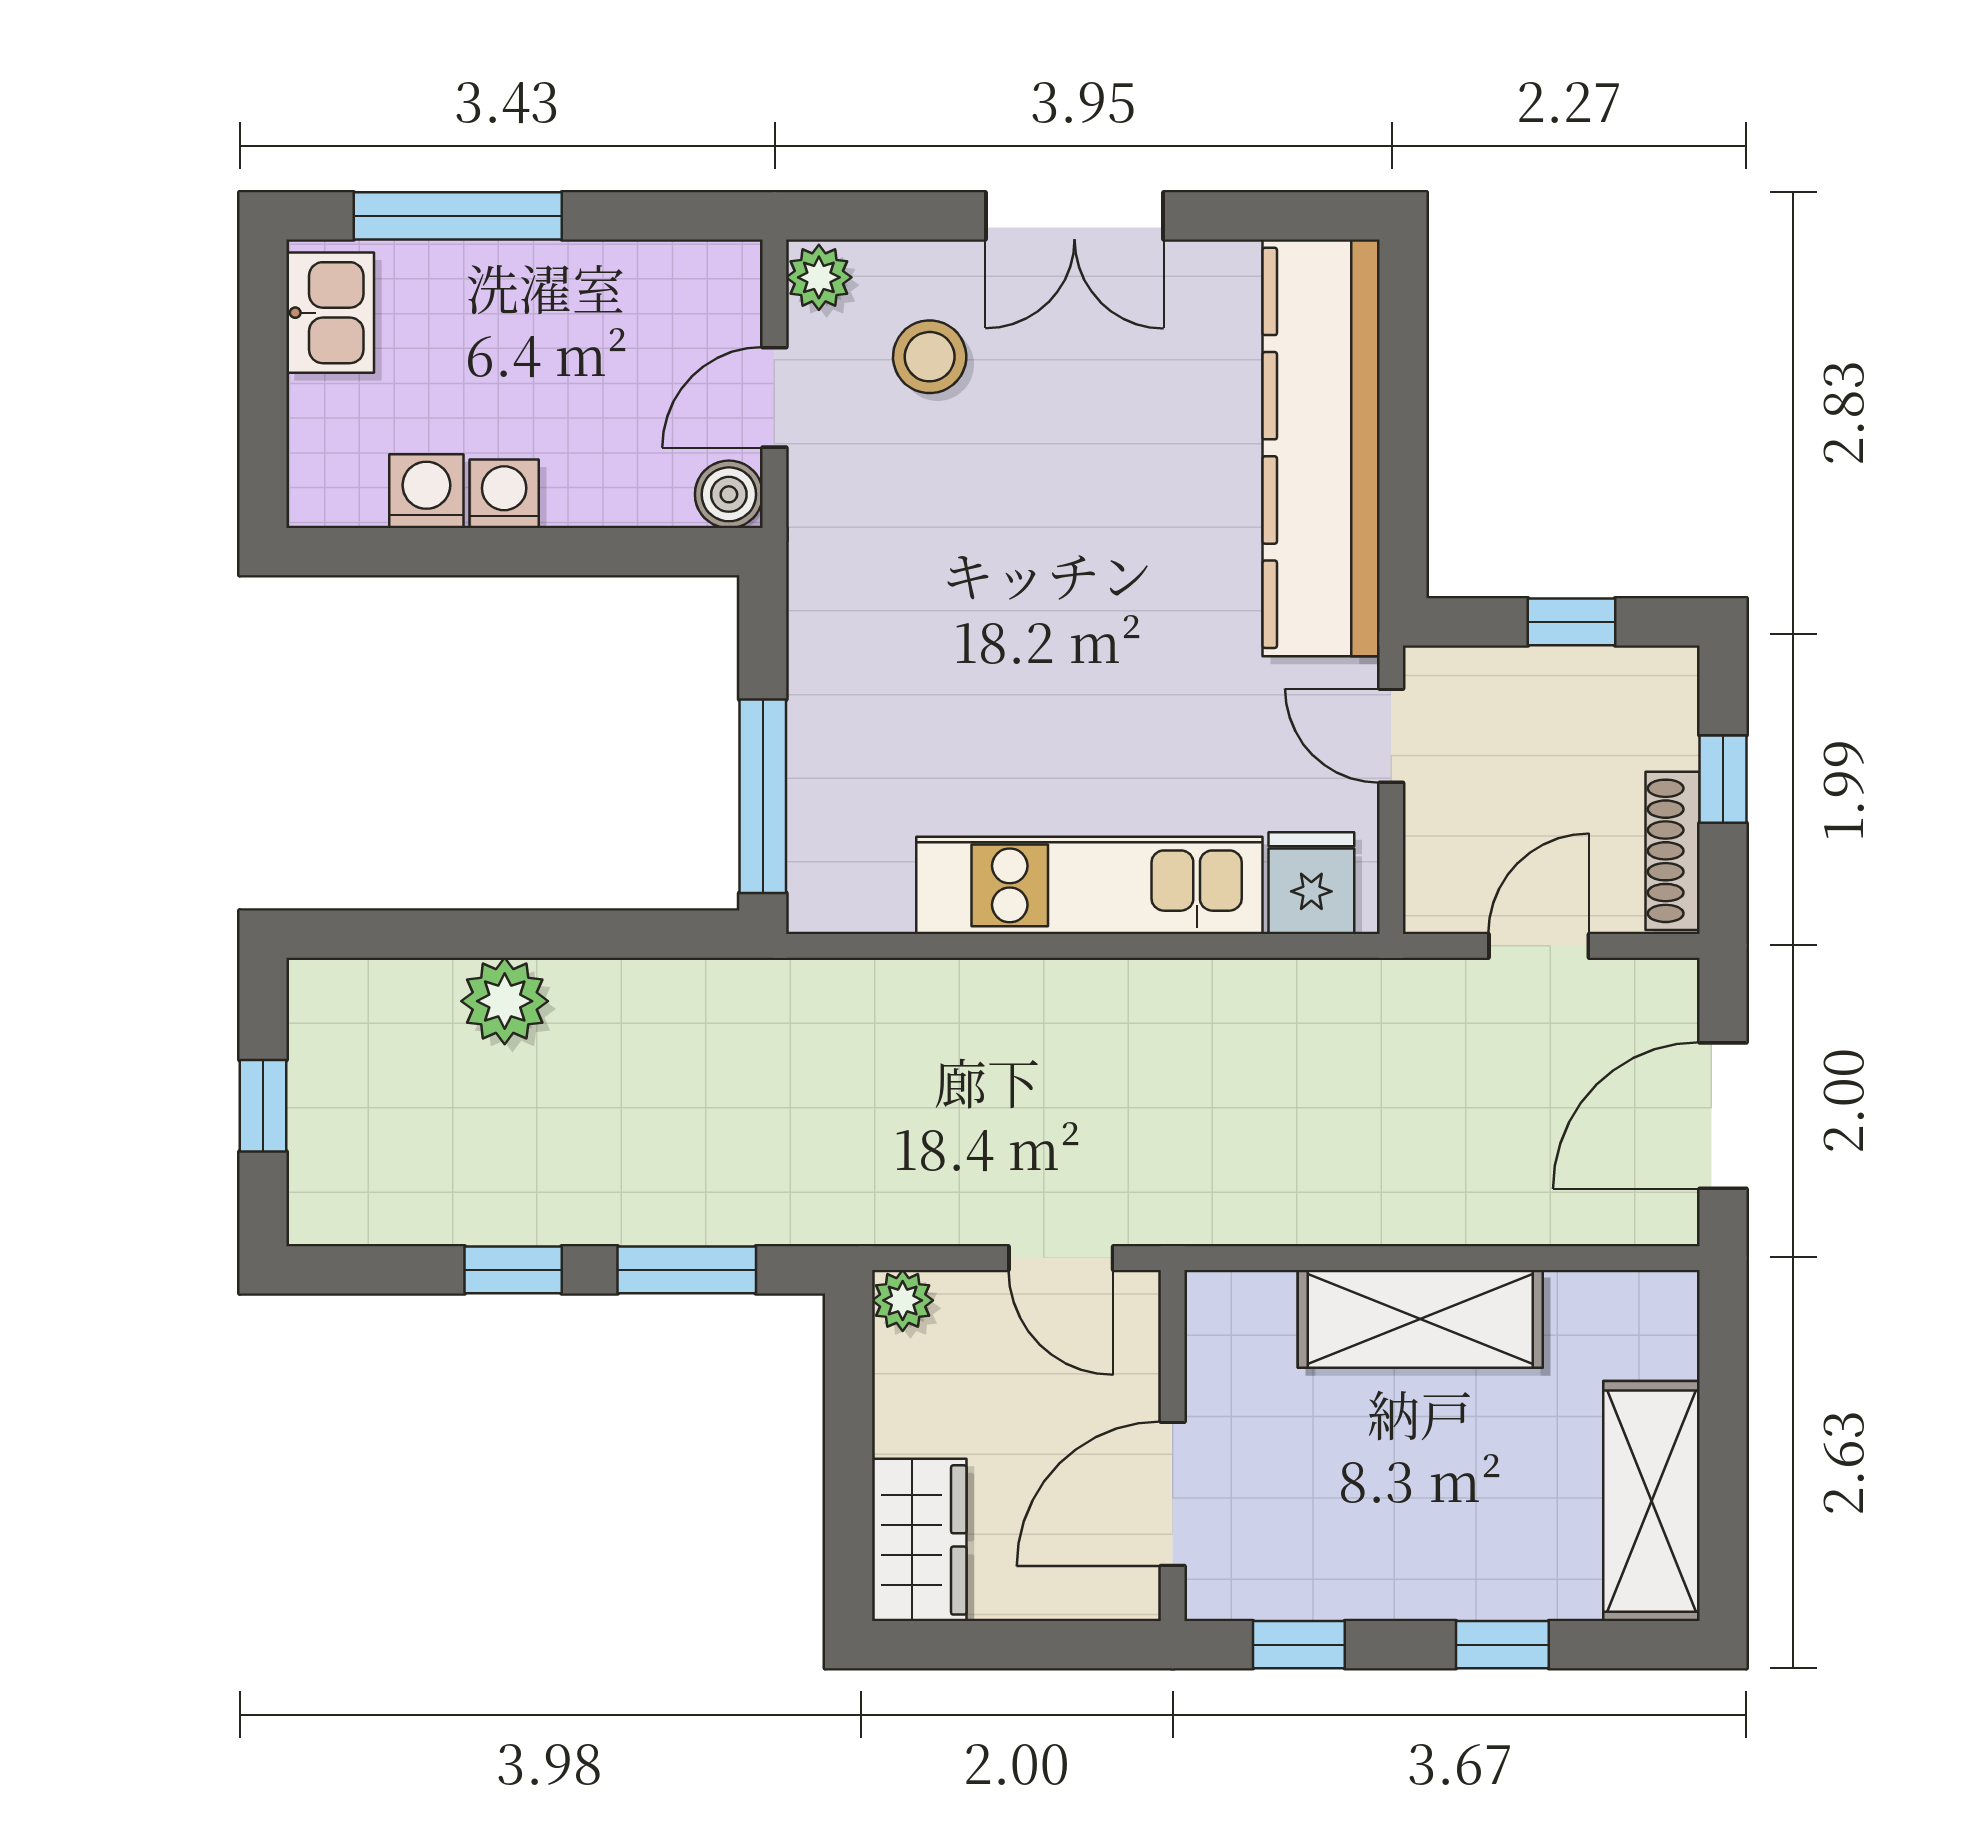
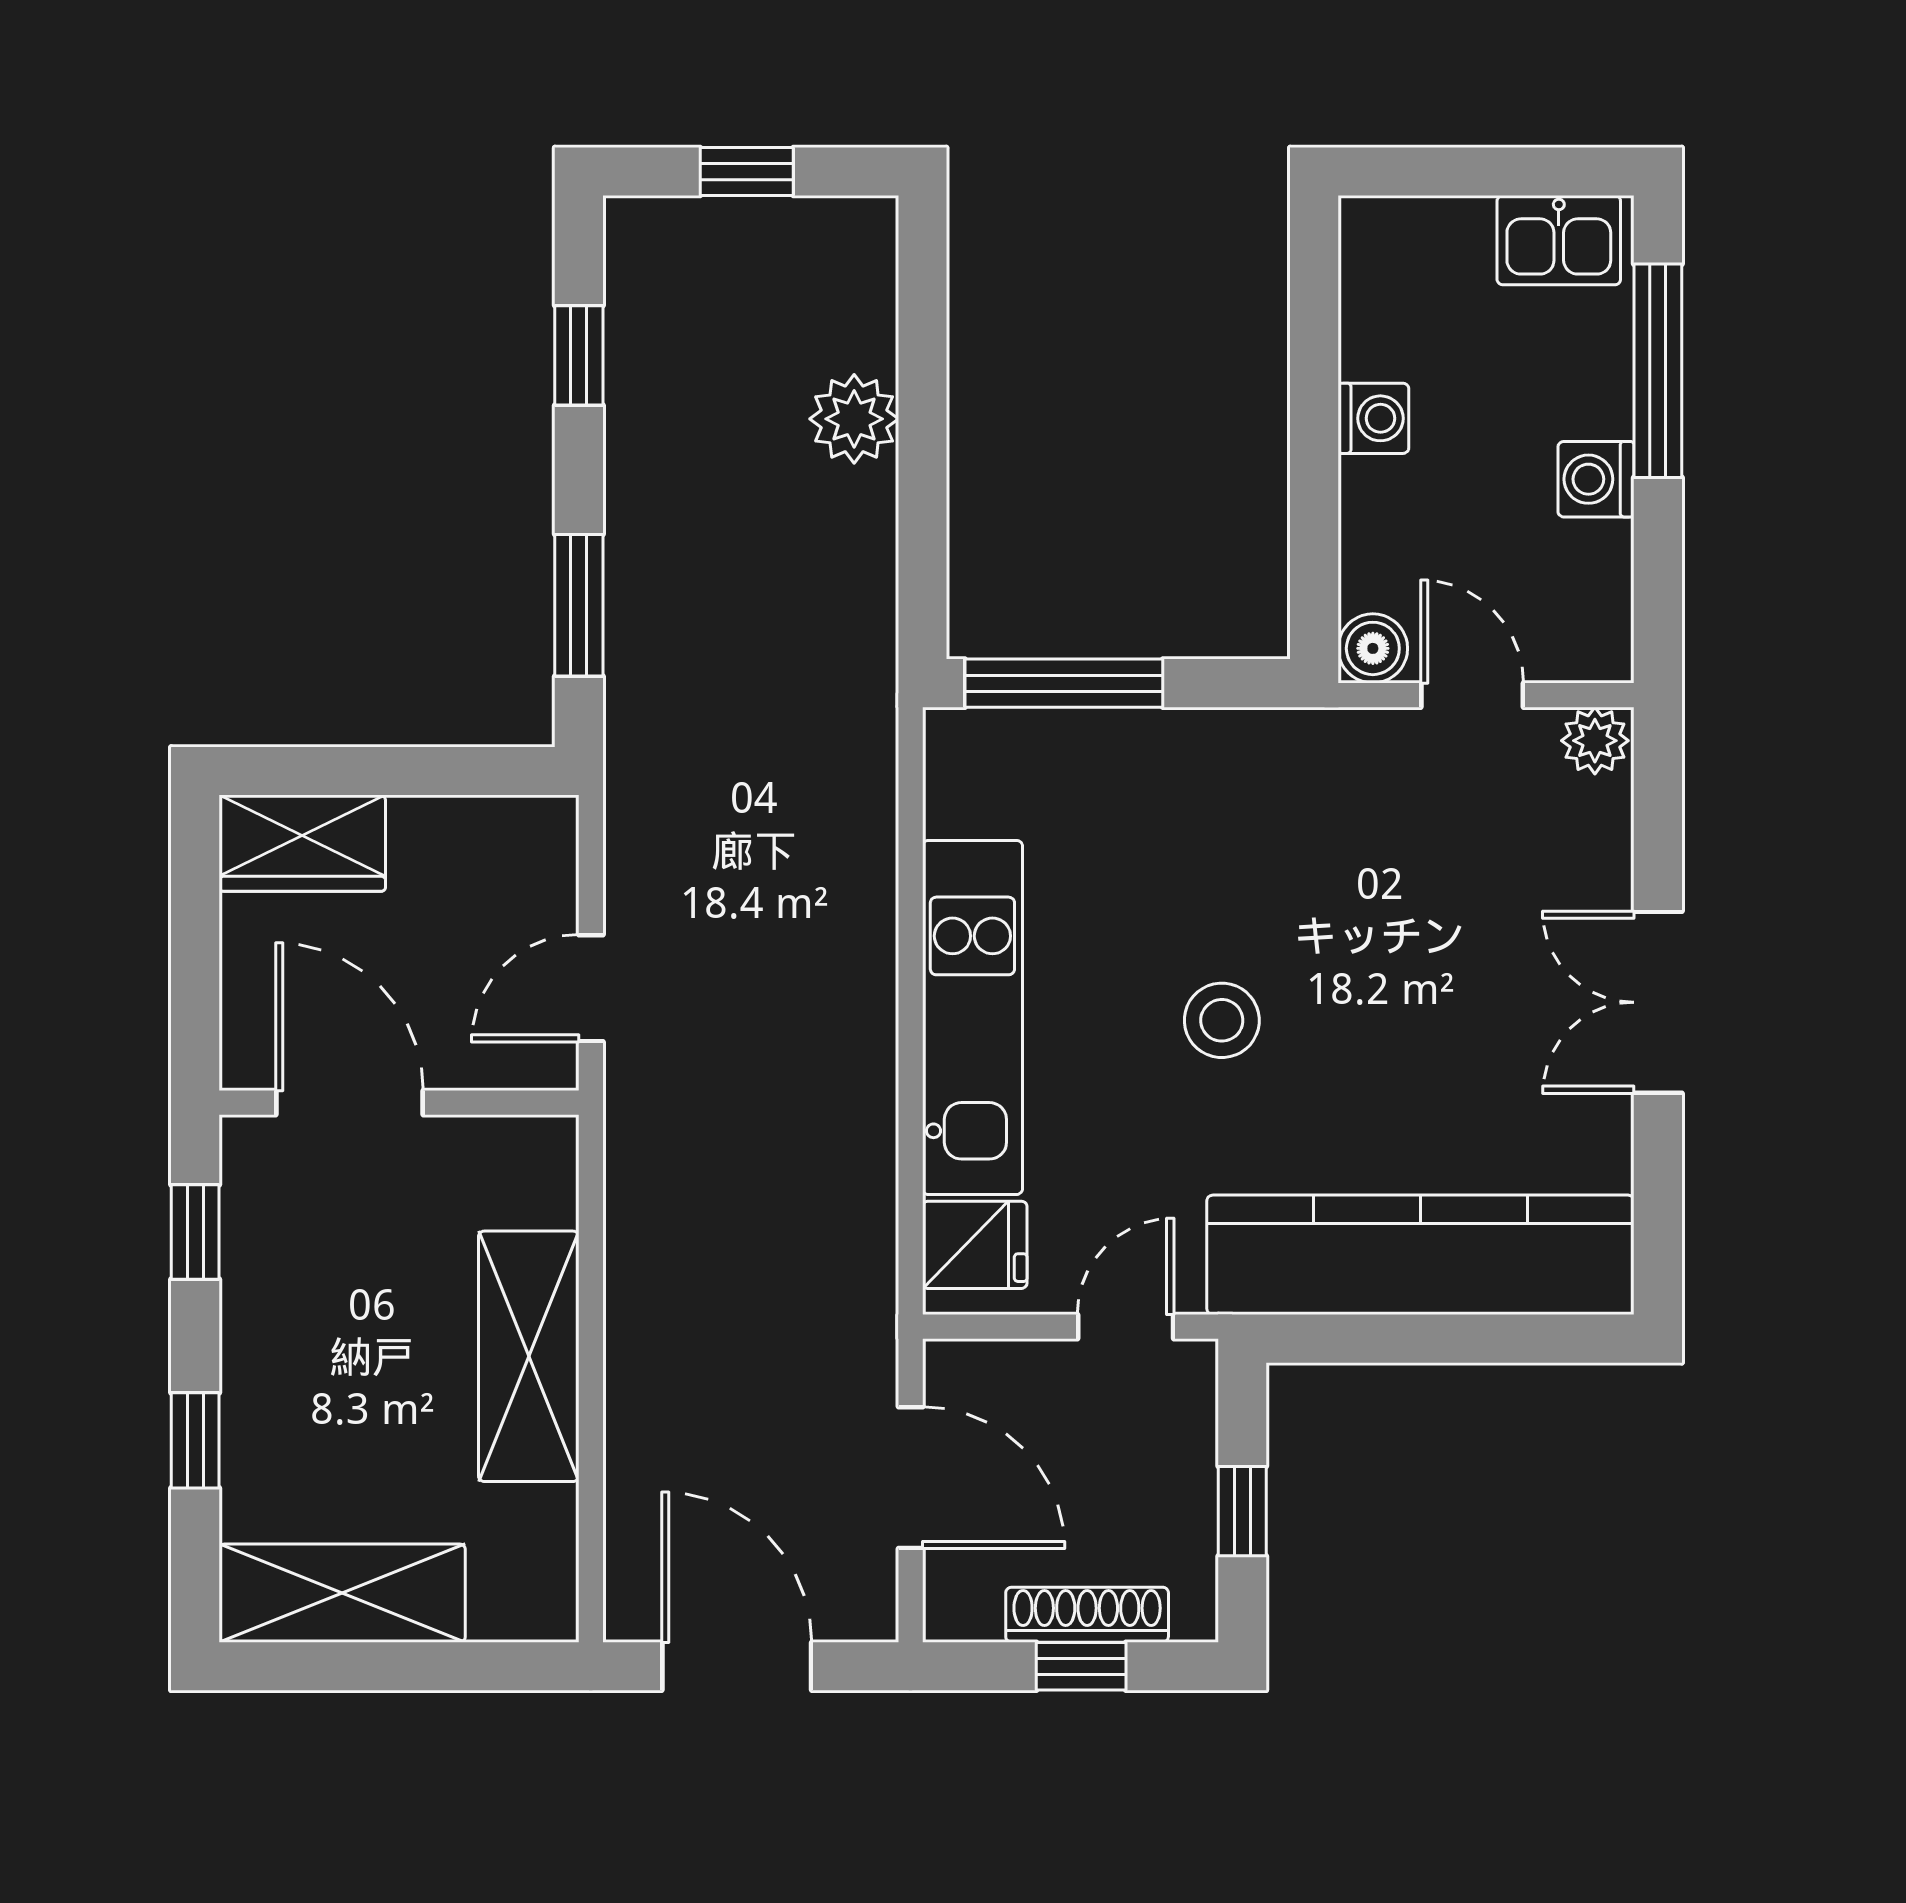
stool: (930, 357) -> (1222, 1020), moved
washing machine: (426, 491) -> (1596, 479), moved, turned 180
shoe rack: (1673, 851) -> (1087, 1615), moved
door: (1539, 946) -> (911, 1478), width x1.38
window: (513, 1270) -> (579, 355), moved
plant: (903, 1300) -> (547, 826), removed

